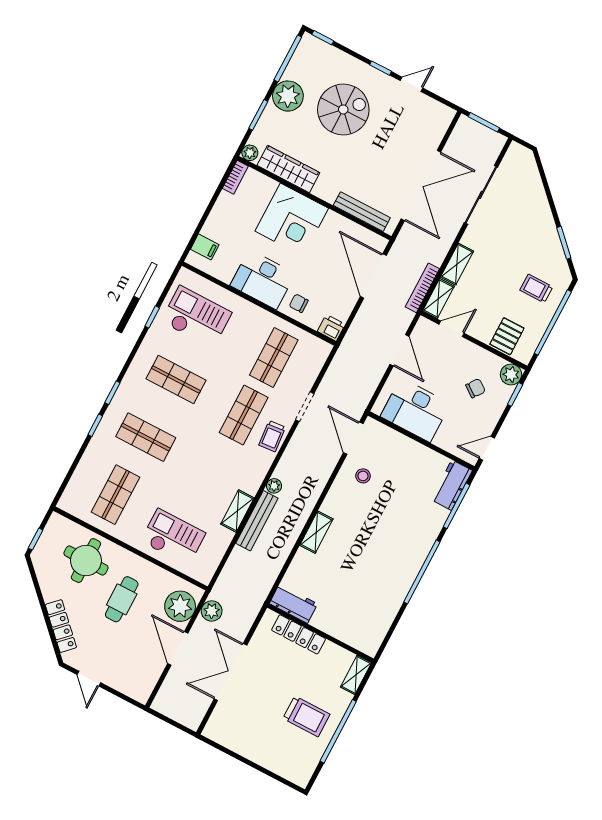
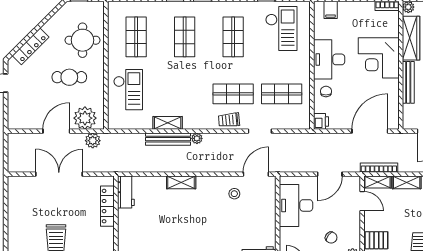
bench: (362, 212) -> (408, 82), moved
shop shelf: (116, 495) -> (136, 37), turned 90

